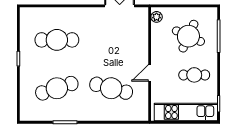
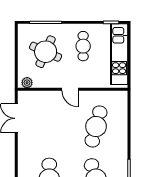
door: (150, 73) -> (70, 89), moved

